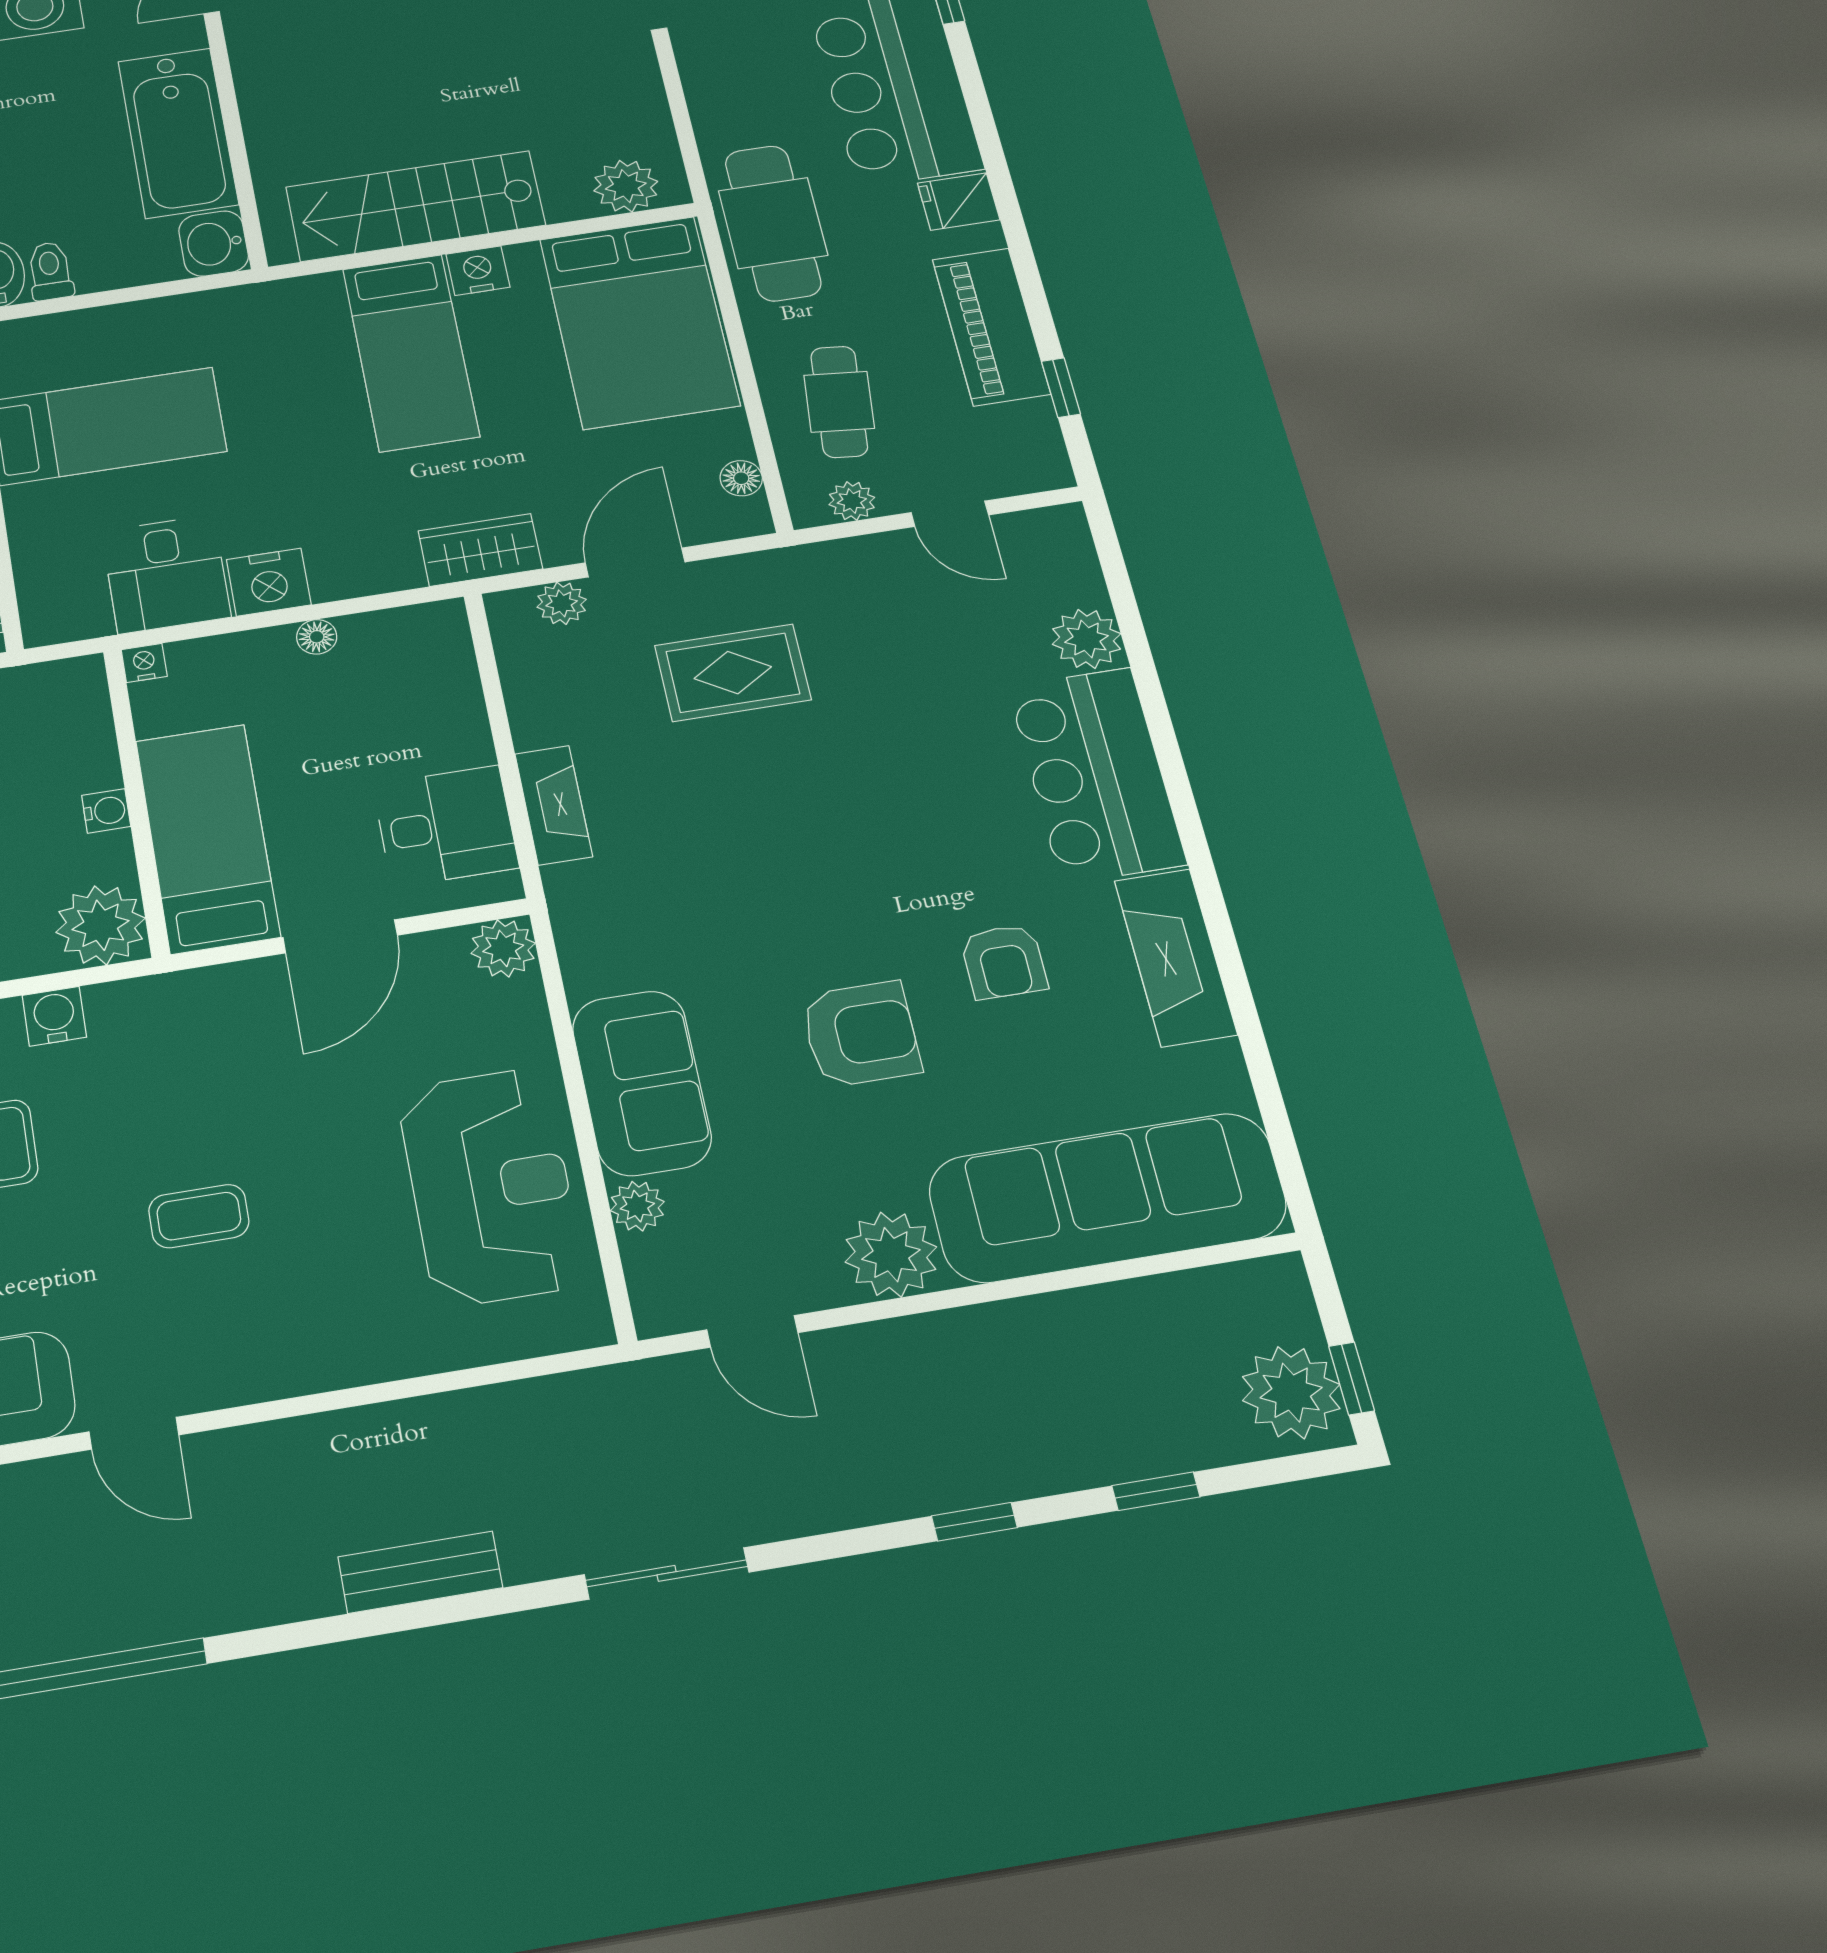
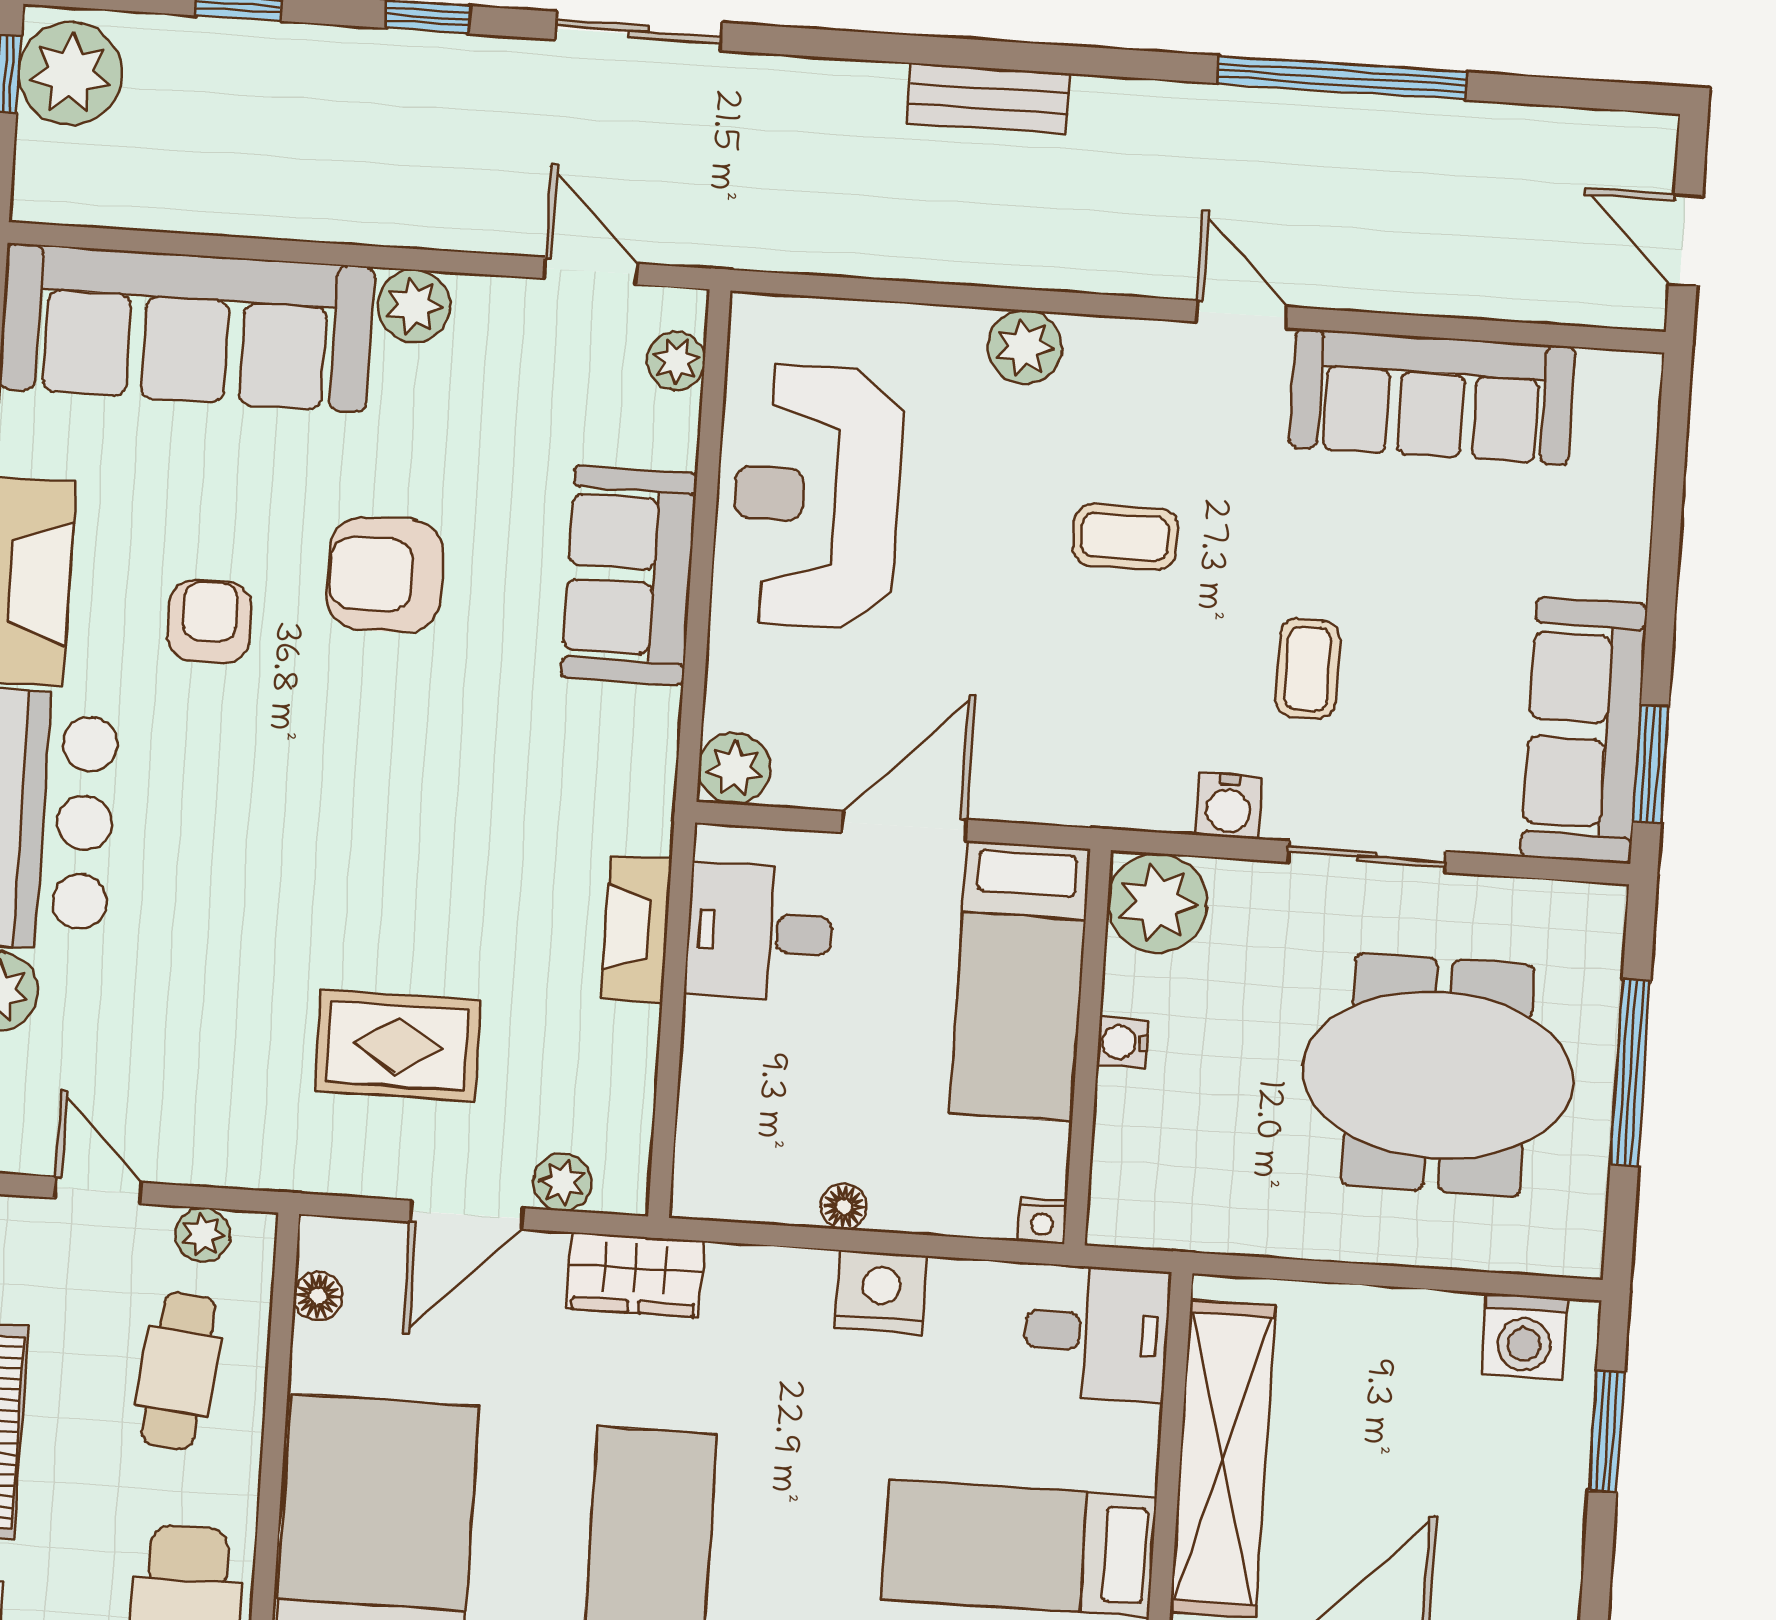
desk: (166, 574) -> (1097, 1333), moved, turned 90
plant: (637, 1206) -> (676, 361), moved
plant: (891, 1255) -> (414, 306), width x0.73, depth x0.73
plant: (331, 1358) -> (1025, 347), added
sliding door: (667, 1573) -> (639, 31), moved

